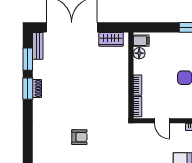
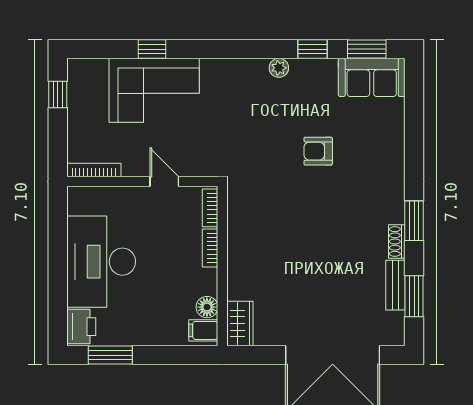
wardrobe: (111, 39) -> (240, 324), moved, turned 90
bench: (38, 46) -> (395, 285), moved
window: (28, 89) -> (414, 221), moved

